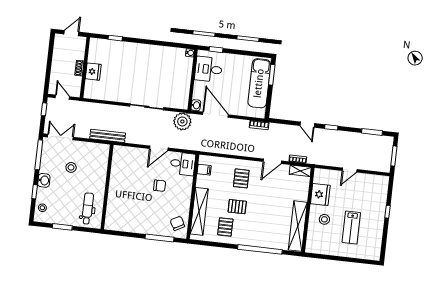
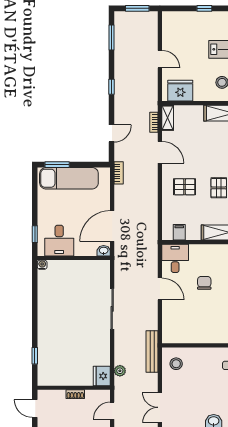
fridge: (93, 72) -> (102, 376), moved, turned -90
plant: (182, 121) -> (120, 371), moved, width x0.53, depth x0.53
door: (307, 125) -> (112, 133), moved
stool: (71, 167) -> (176, 364), moved
fridge: (320, 194) -> (180, 91), moved

